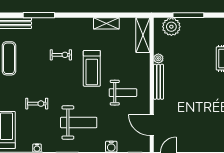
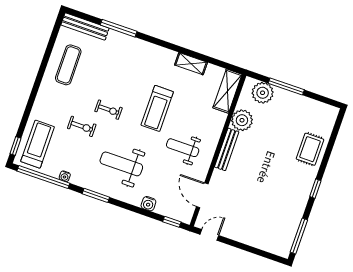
exercise bike: (61, 55) -> (109, 110), moved
plant: (158, 58) -> (242, 120), width x1.87, depth x1.87
weight bench: (123, 93) -> (183, 148), turned 180
weight bench: (79, 122) -> (121, 164), turned 180

